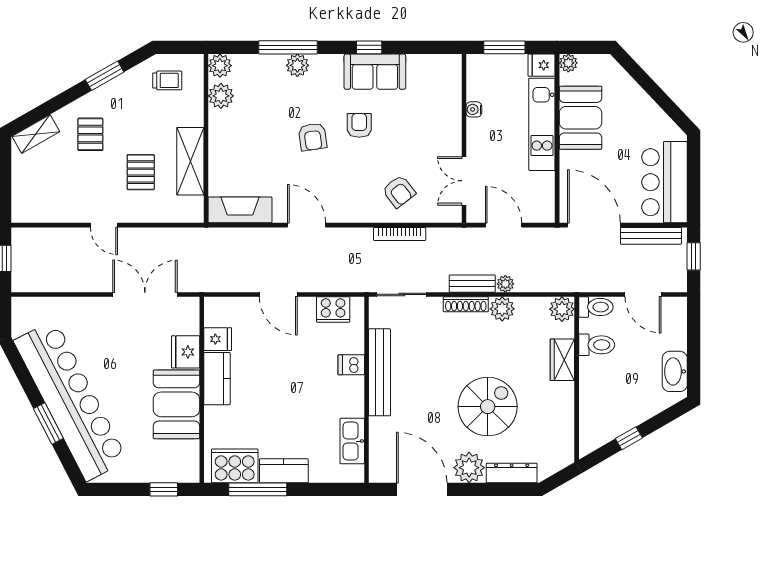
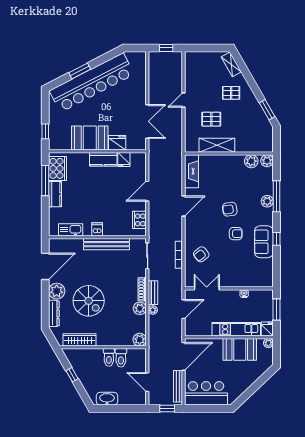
window: (105, 76) -> (267, 110), moved
trolley: (167, 80) -> (259, 133), removed
door: (643, 294) -> (147, 382), hinge flipped
toilet: (596, 307) -> (109, 357), moved
wardrobe: (562, 360) -> (80, 340), moved, width x1.50
dishwasher: (351, 365) -> (97, 229), moved

